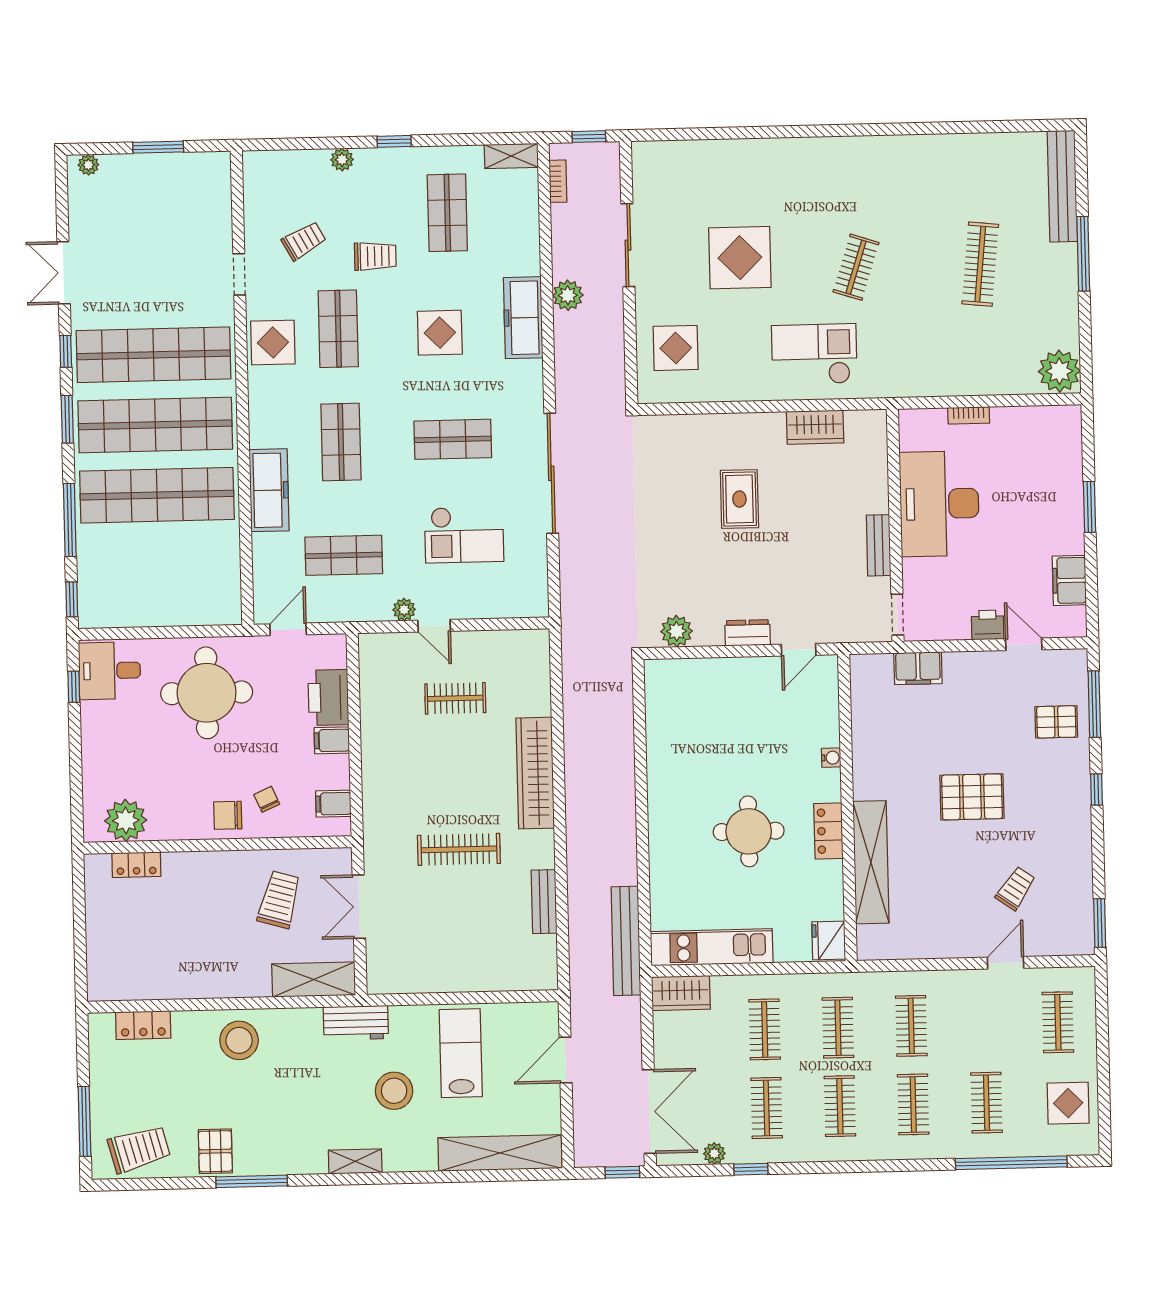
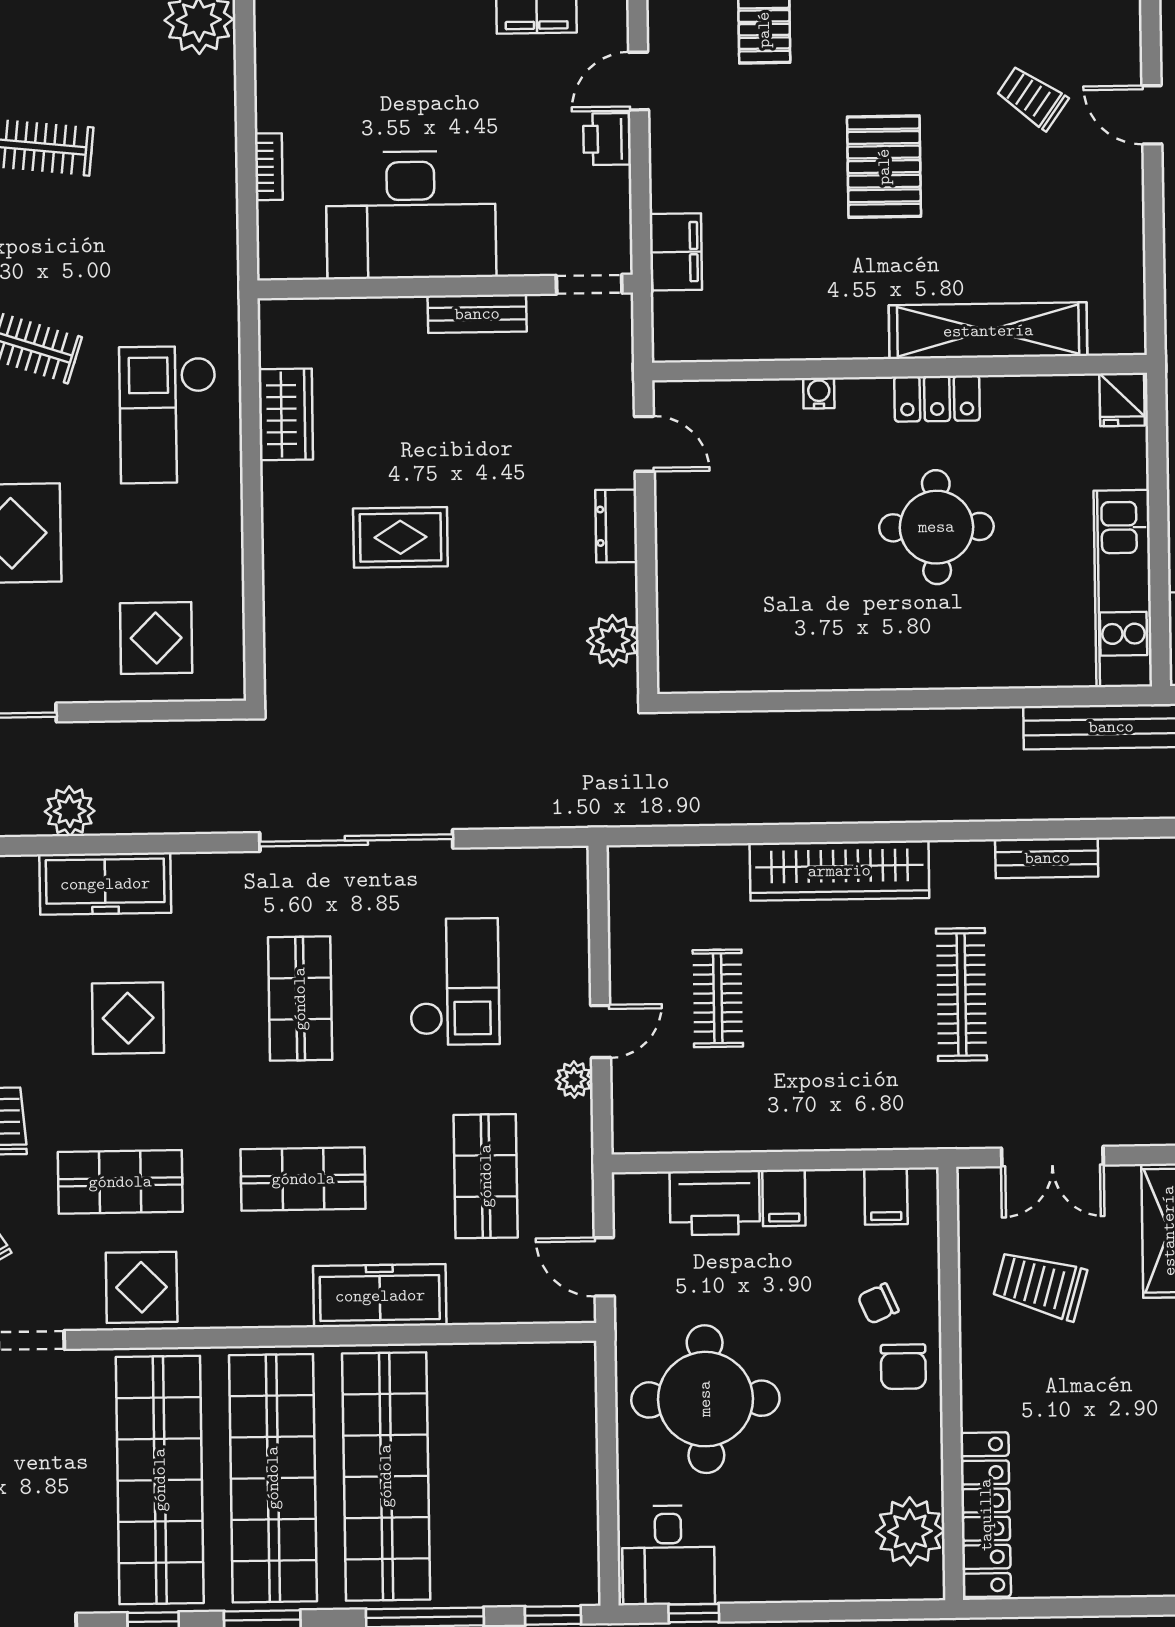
locker: (136, 865) -> (986, 1515), width x2.16, depth x1.21
fridge: (829, 941) -> (1122, 400), width x0.72

